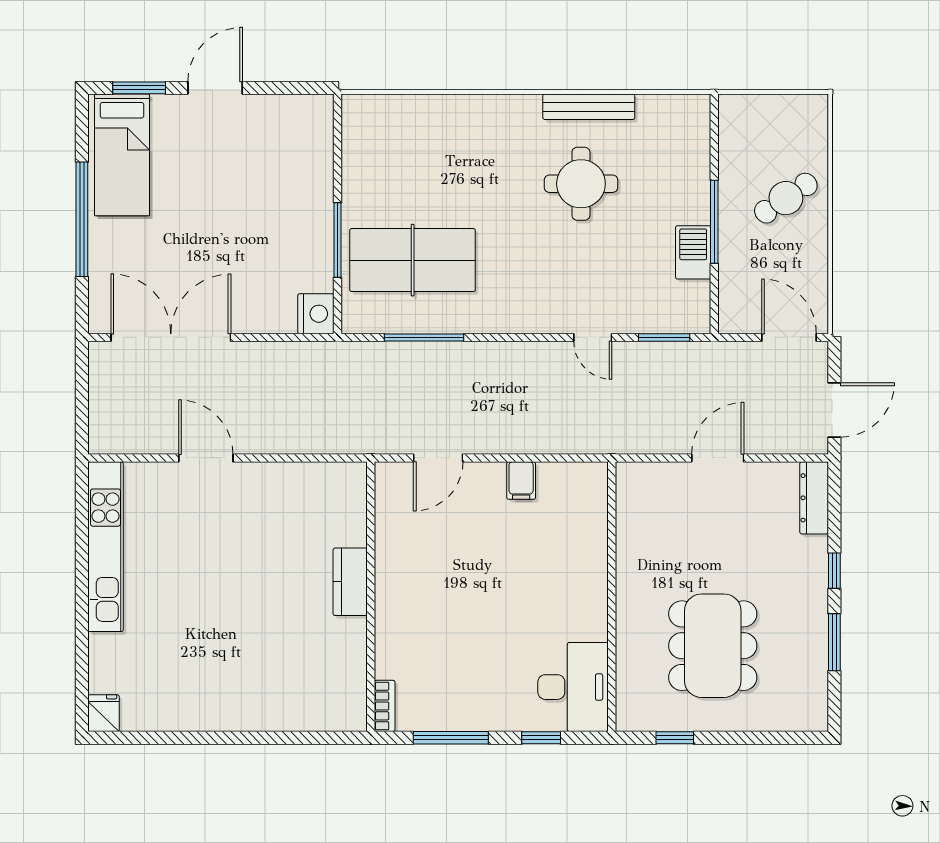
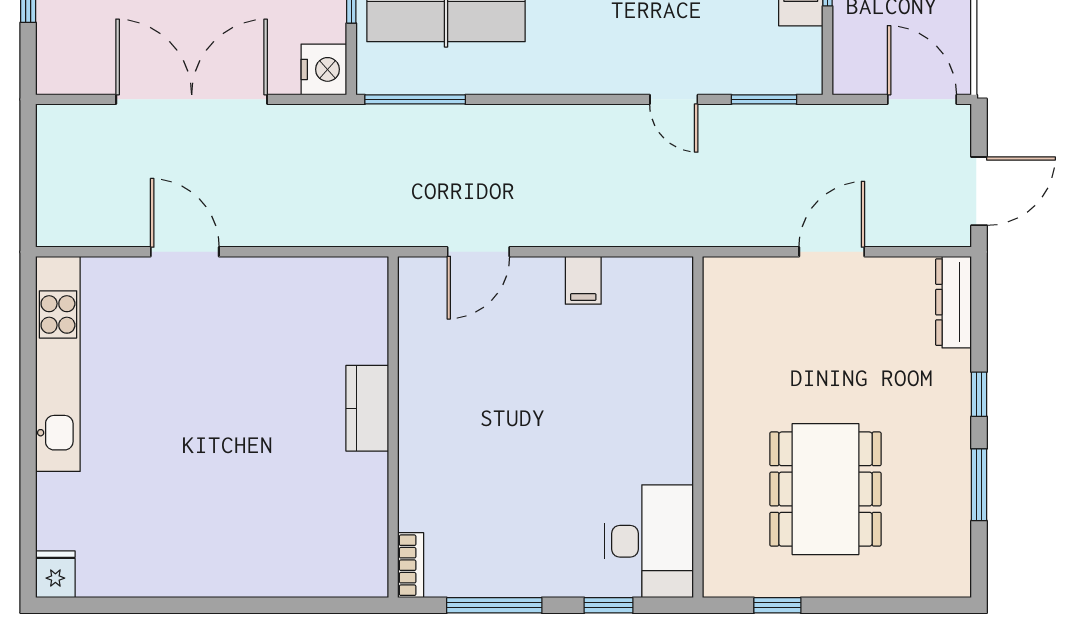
double door: (171, 337) -> (192, 99), moved
window: (424, 337) -> (415, 99), moved

